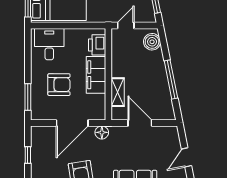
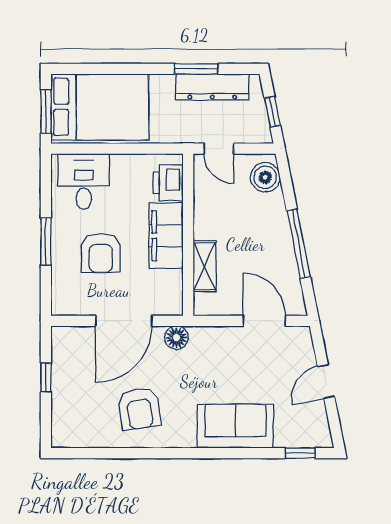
door: (126, 26) -> (219, 149), swing flipped
armchair: (59, 85) -> (101, 253), turned 90
window: (28, 97) -> (46, 242), moved
door: (140, 123) -> (264, 321), moved

